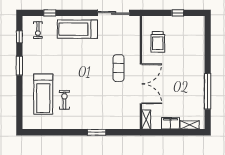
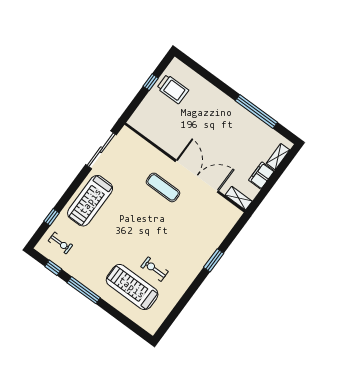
trolley: (158, 42) -> (173, 89), moved
window: (19, 66) -> (84, 290), width x1.44
treadmill: (43, 94) -> (132, 287), turned 180

